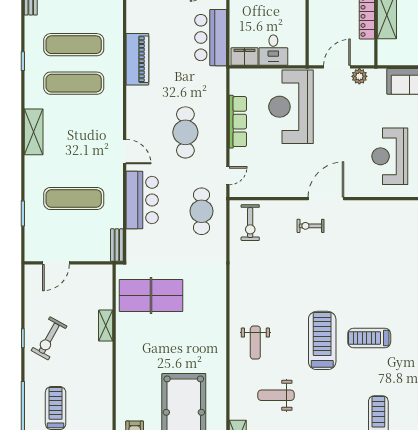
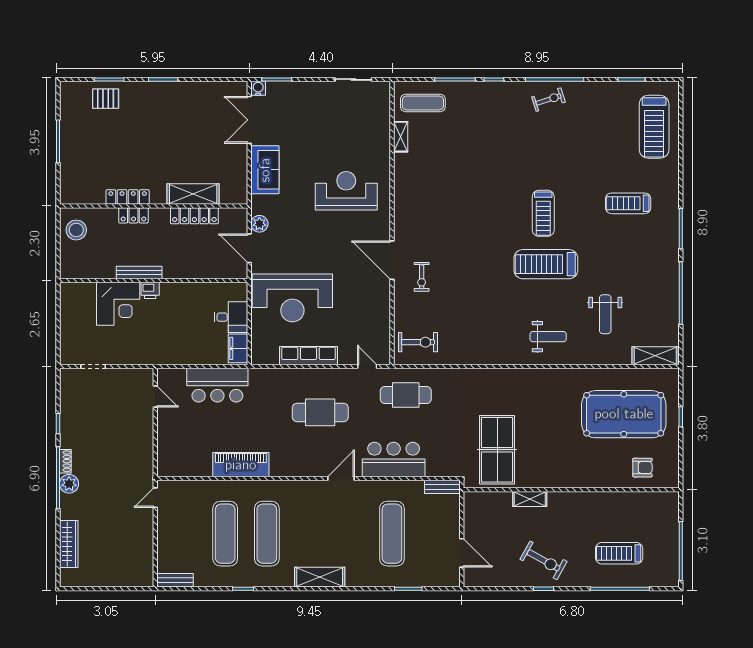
reception desk: (390, 156) -> (346, 191), turned 180

